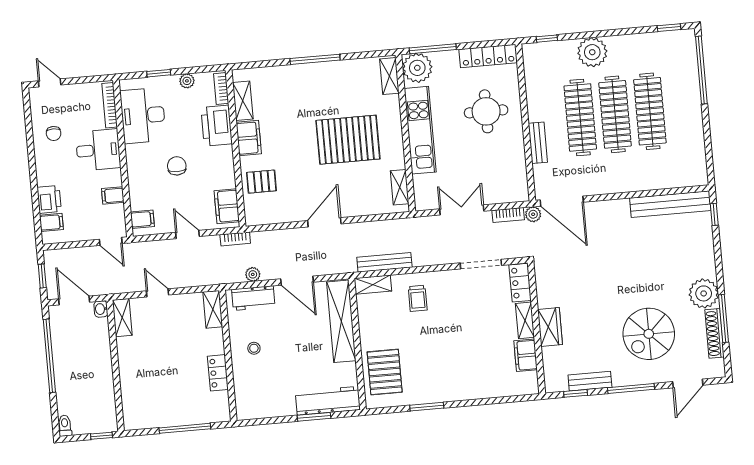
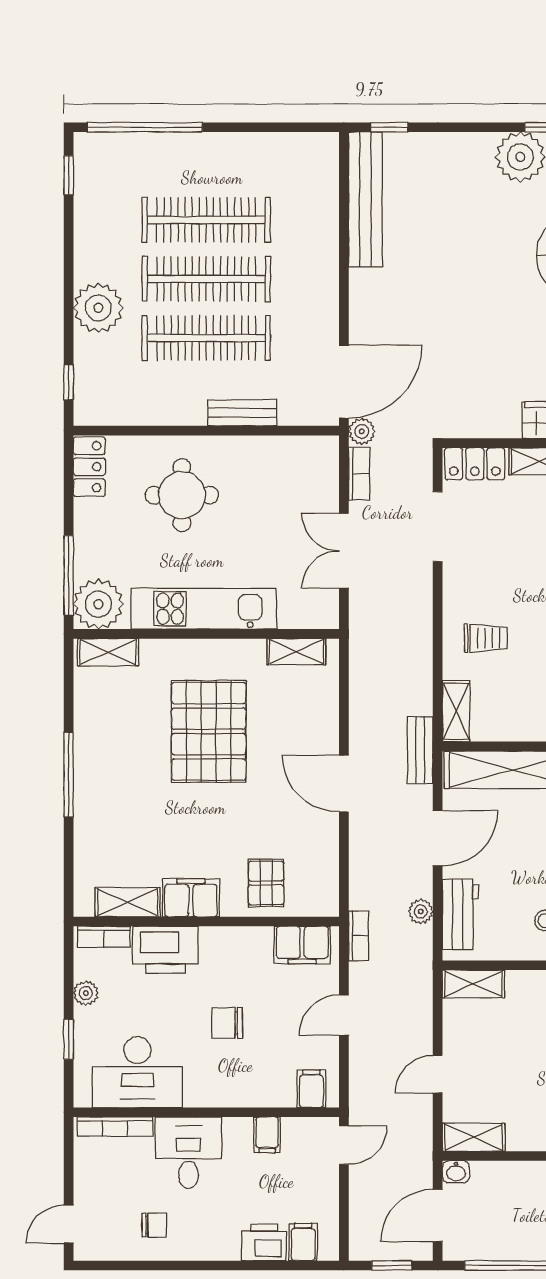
locker: (488, 56) -> (89, 467), width x0.66
bench: (384, 262) -> (420, 750), moved, width x0.73

